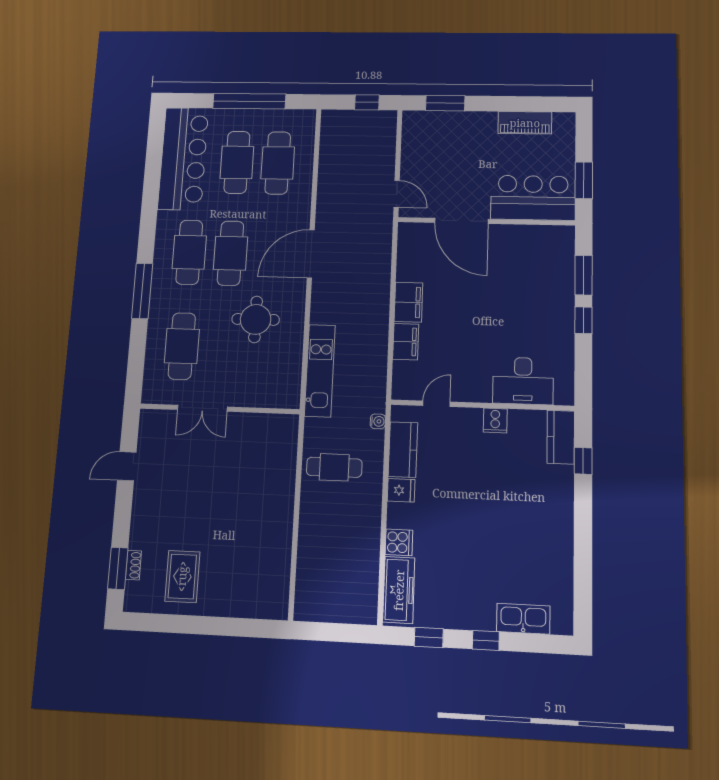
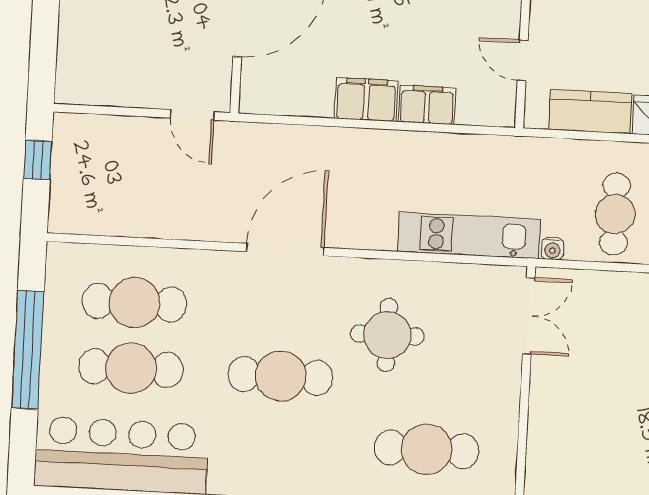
window: (445, 103) -> (44, 36), removed
door: (397, 194) -> (192, 115), swing flipped
cafe table: (189, 252) -> (277, 441), removed
door: (311, 254) -> (285, 250), swing flipped
double door: (202, 408) -> (529, 316), moved
water cooler: (378, 421) -> (553, 249), moved, turned 180

